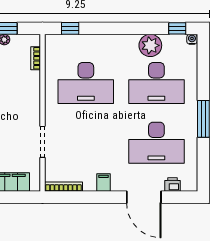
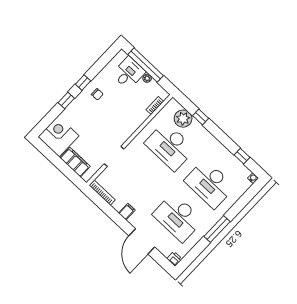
window: (70, 28) -> (201, 117), moved
window: (177, 28) -> (242, 156), moved
plant: (150, 45) -> (183, 119), moved
printer: (173, 185) -> (174, 259), moved

